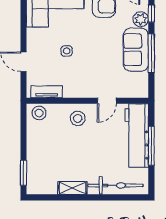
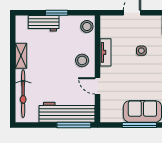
tv unit: (47, 92) -> (106, 52), moved
window: (151, 146) -> (74, 125), moved
workbench: (35, 162) -> (44, 23), added
window: (23, 173) -> (57, 13), moved

